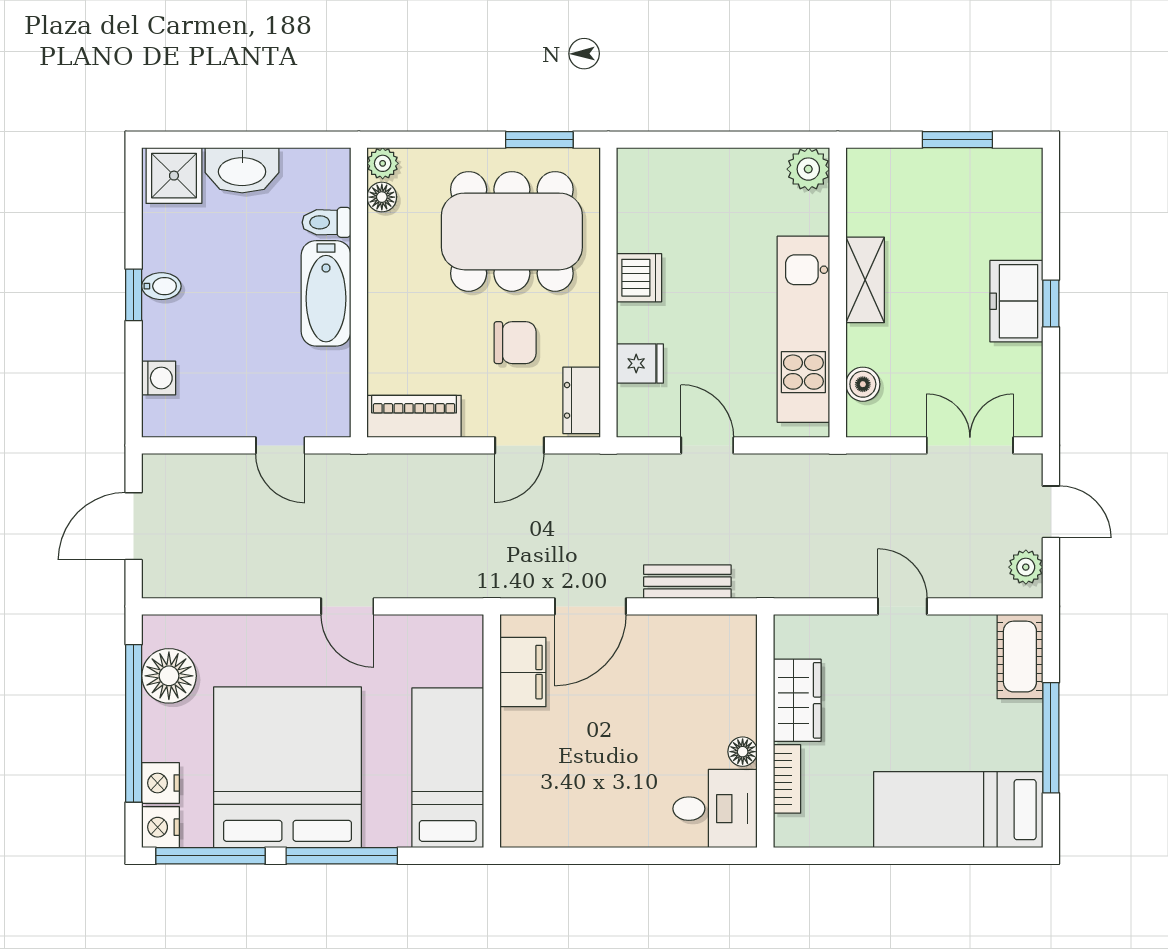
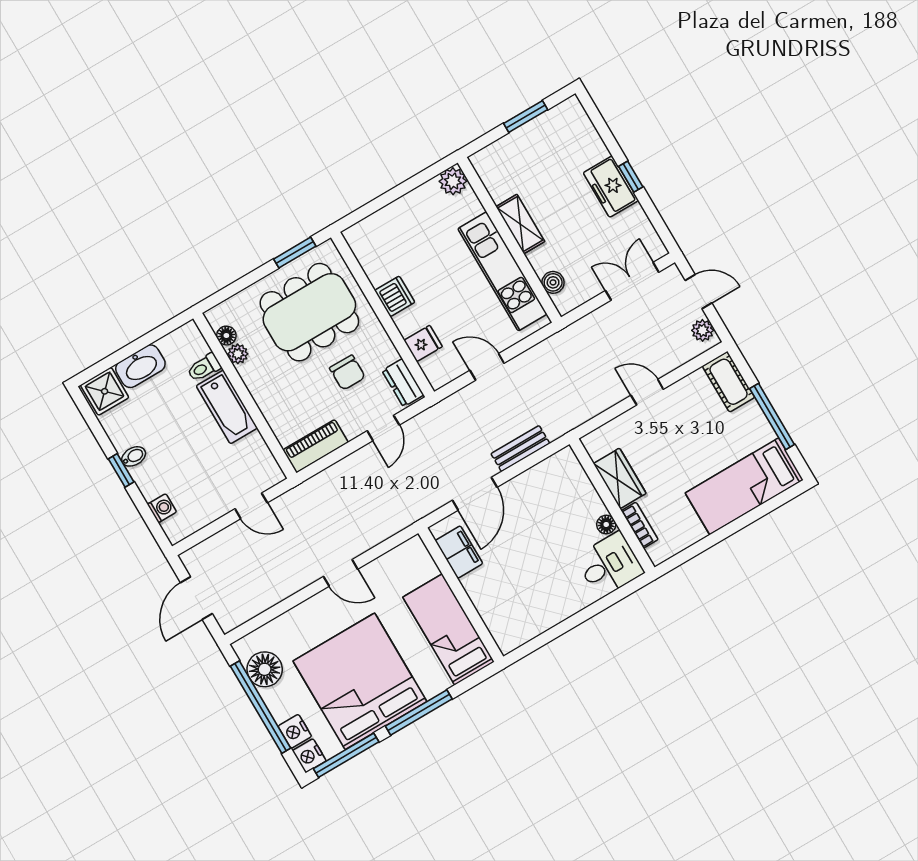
plant: (383, 163) -> (238, 354), moved
chair: (515, 343) -> (347, 373), turned 90

